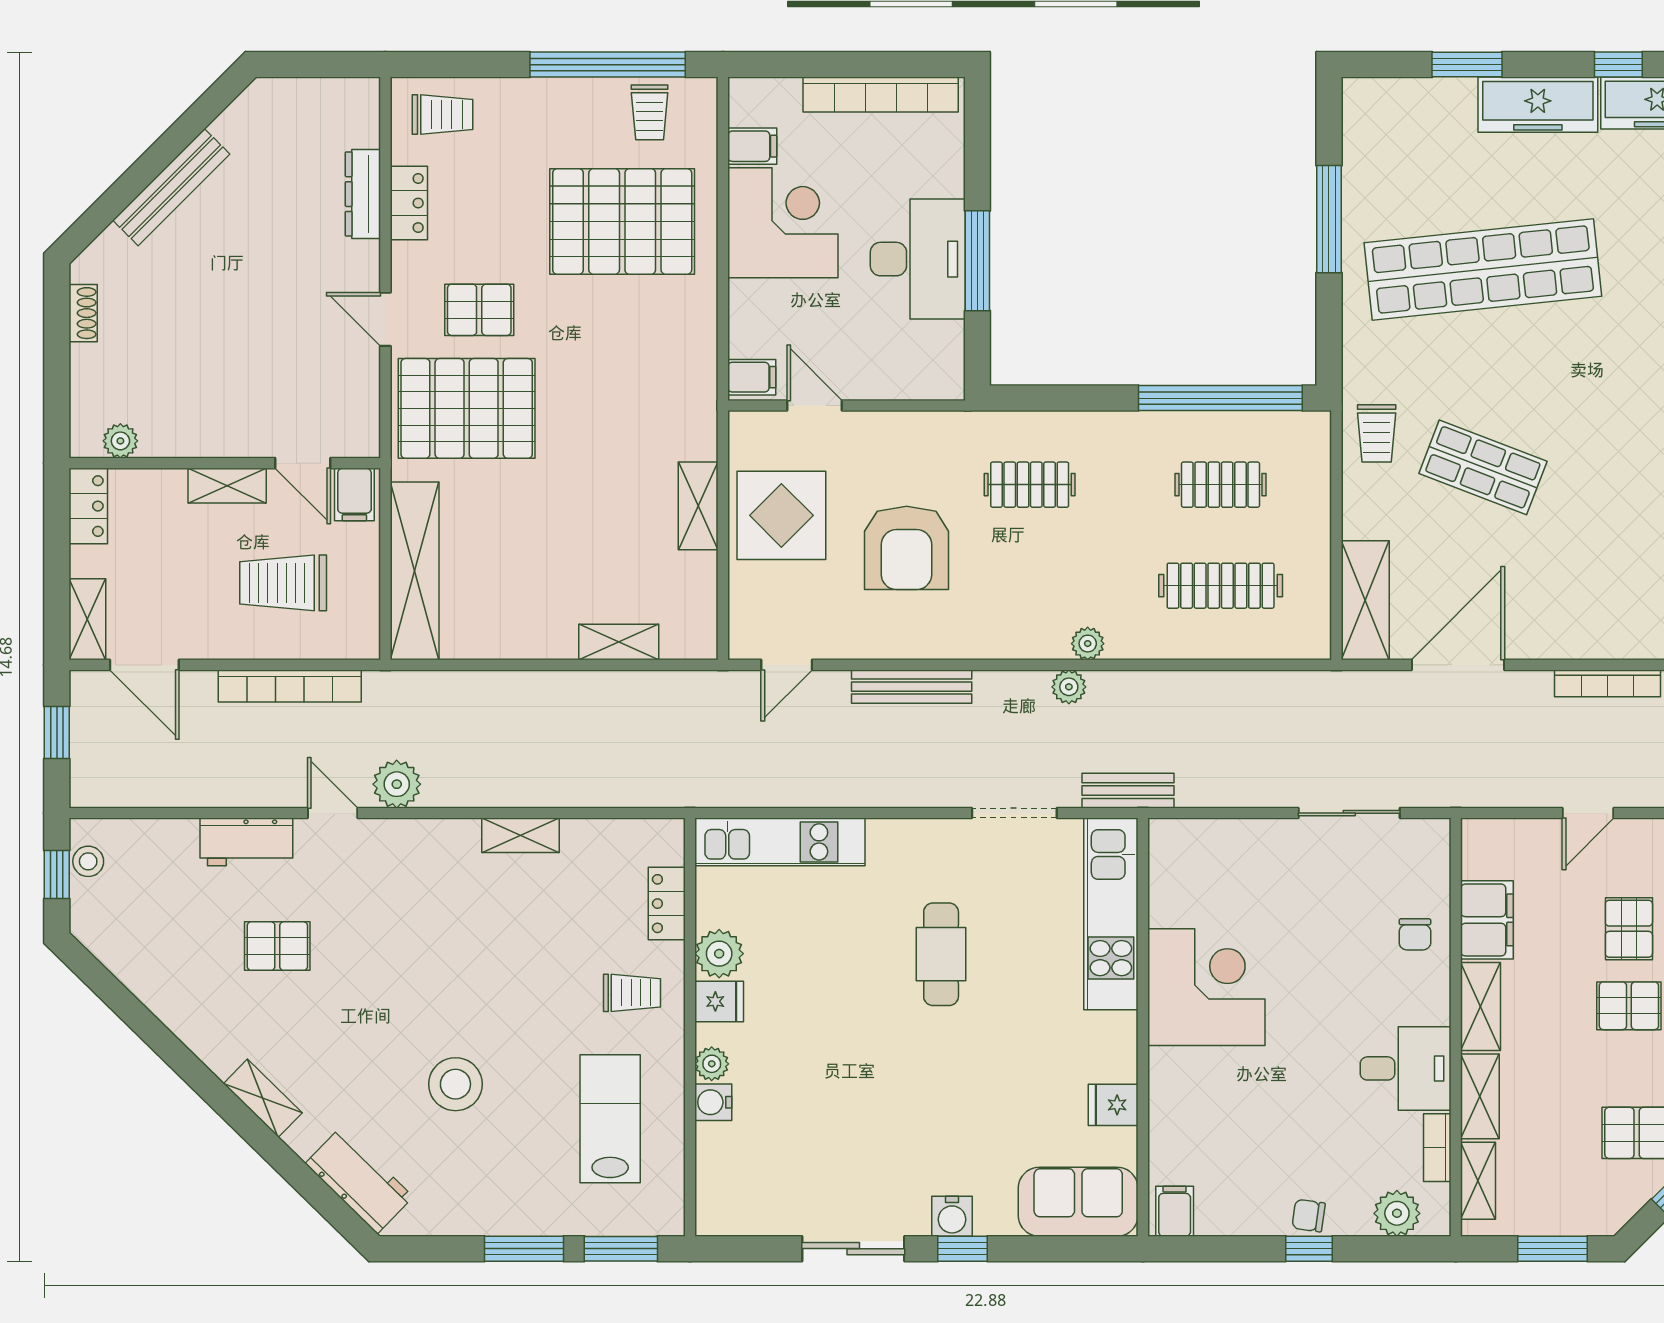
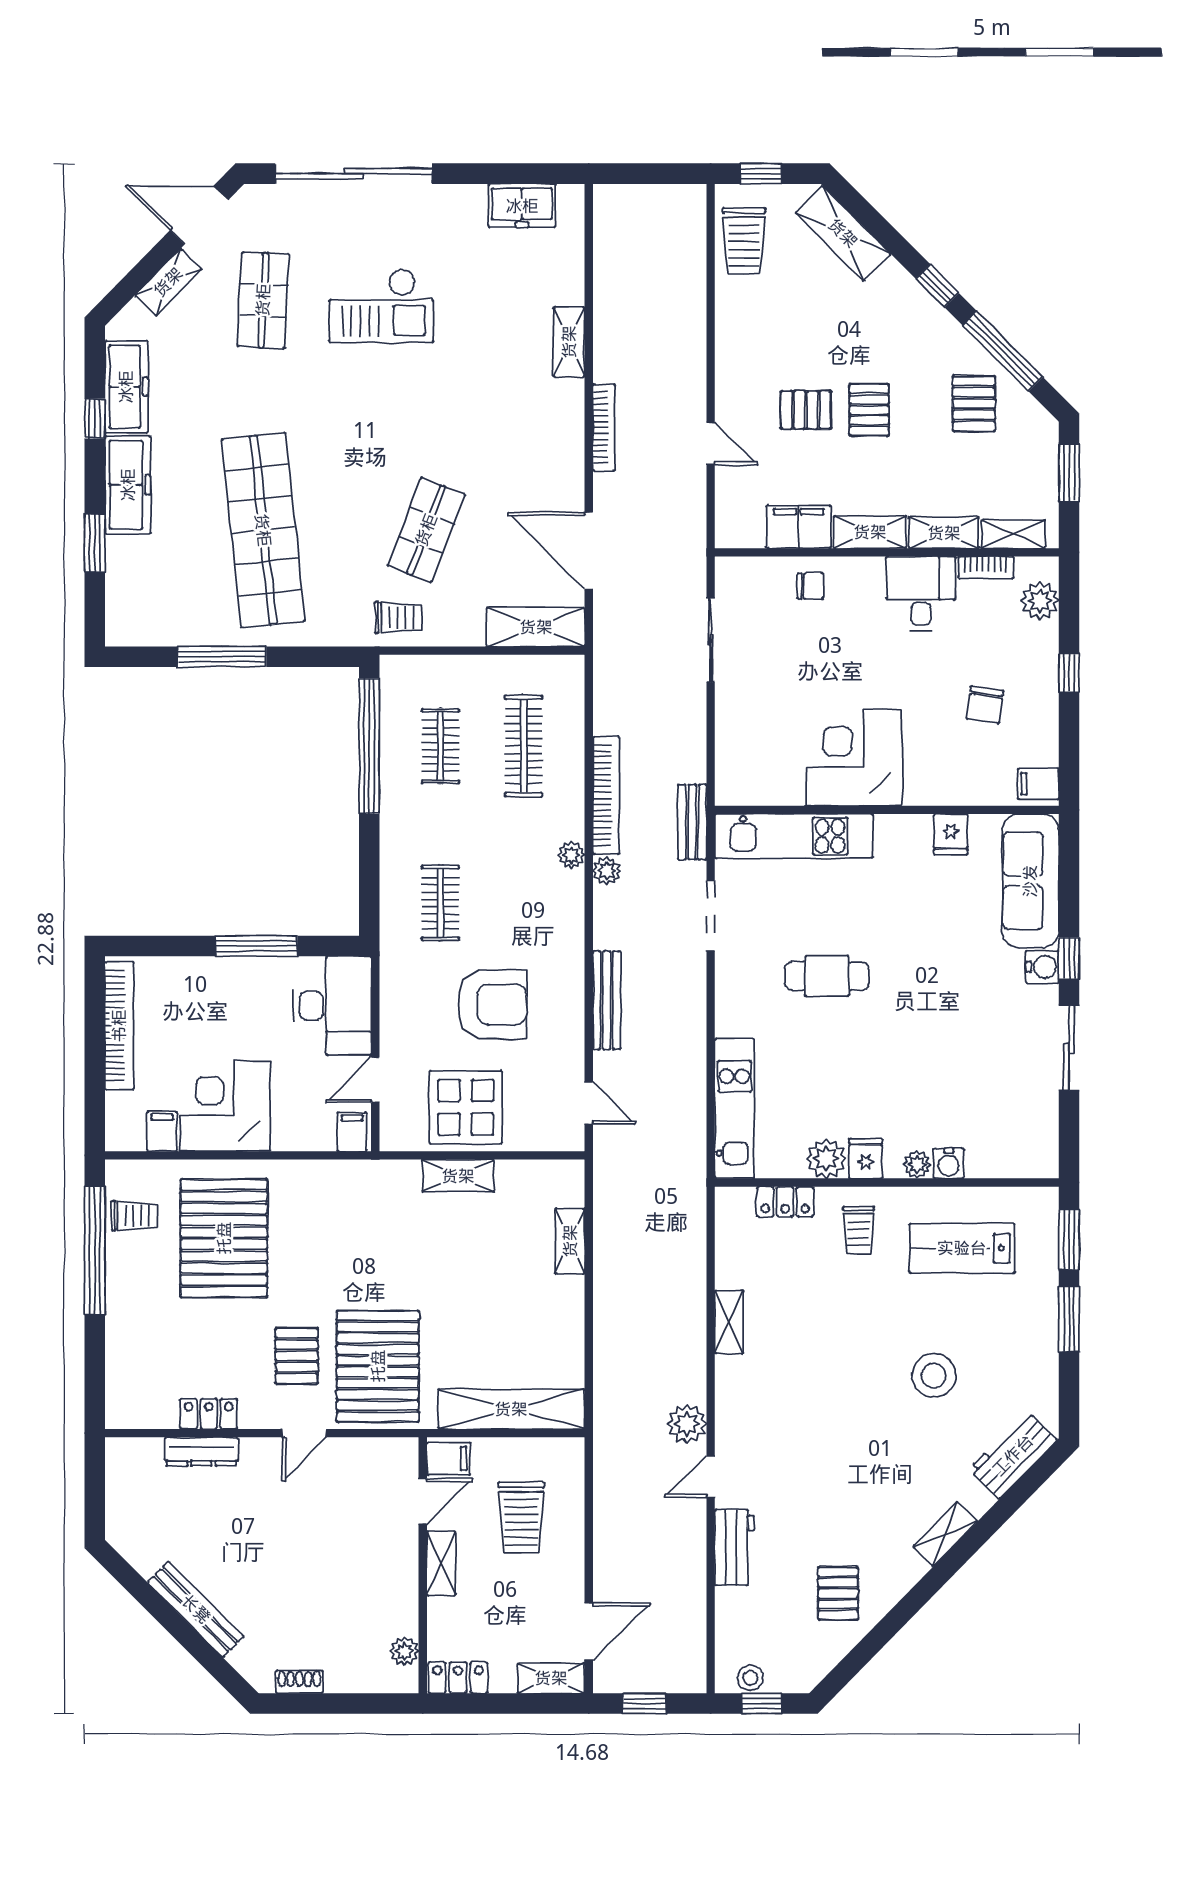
trolley: (443, 114) -> (136, 1386), removed
desk: (918, 259) -> (332, 1006), moved, turned 90
bookcase: (290, 686) -> (606, 795), moved
pallet: (277, 946) -> (838, 1593), moved
trolley: (632, 993) -> (859, 1230), turned 180
sofa: (1078, 1202) -> (1030, 881), width x1.36
chair: (1309, 1216) -> (985, 705), moved, width x1.37, depth x1.37

